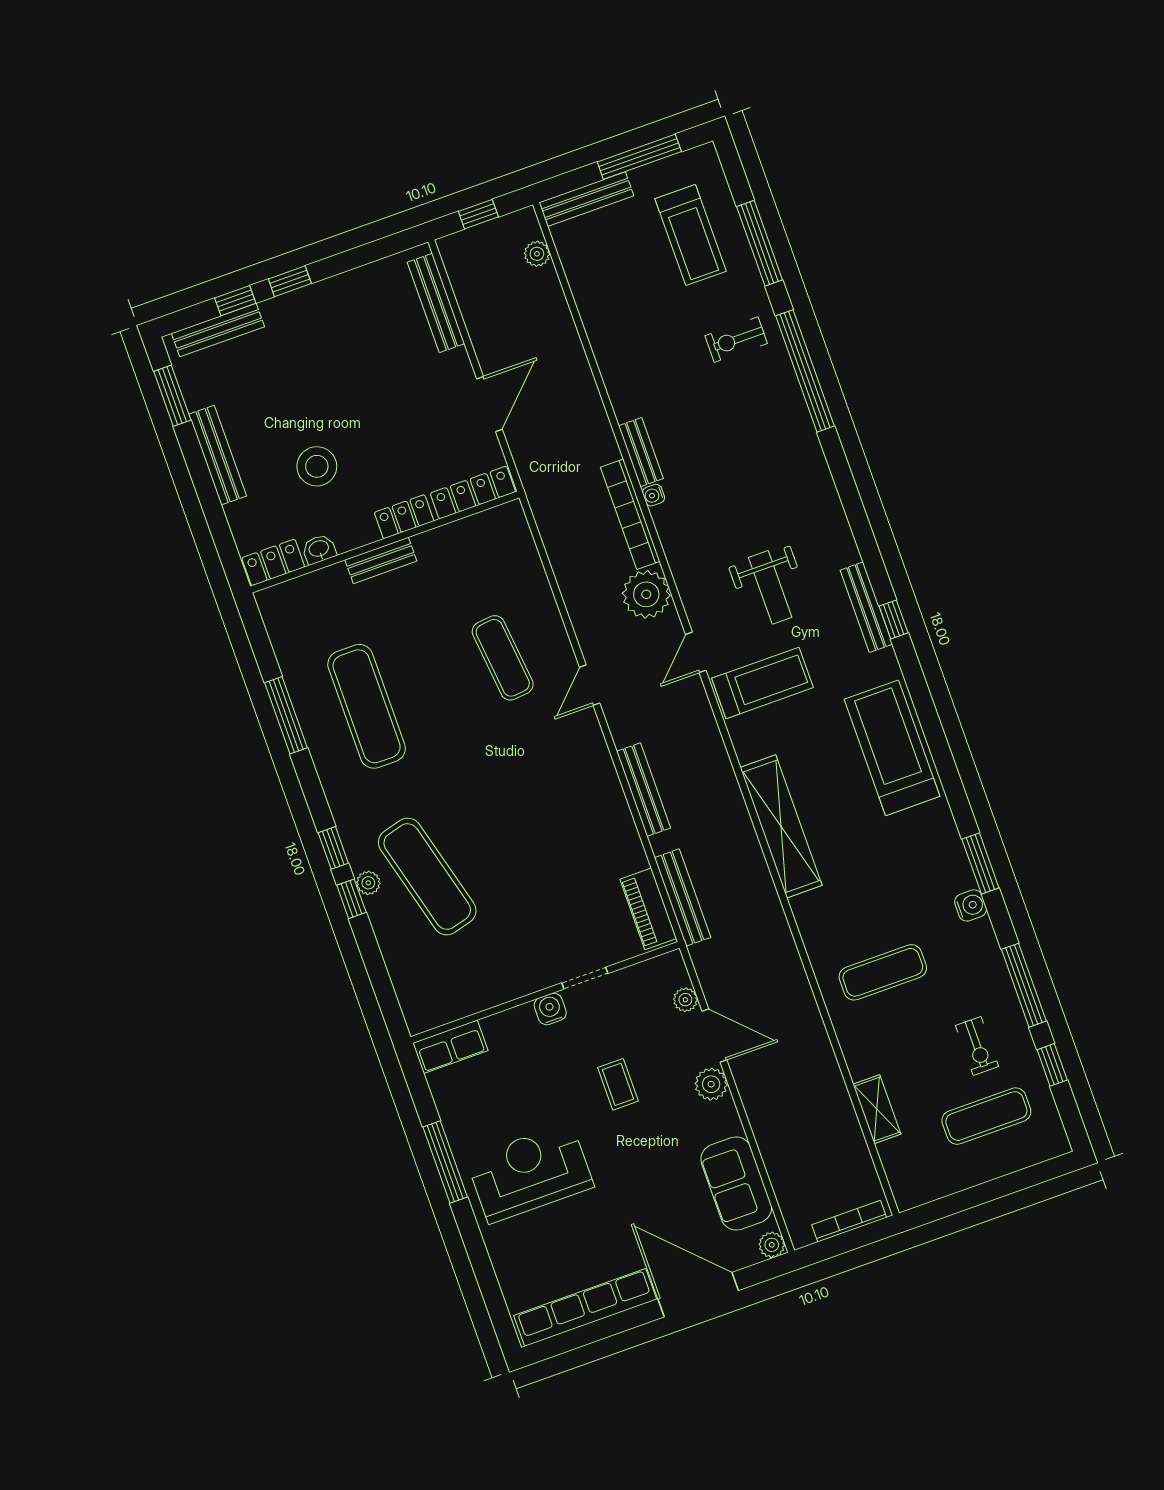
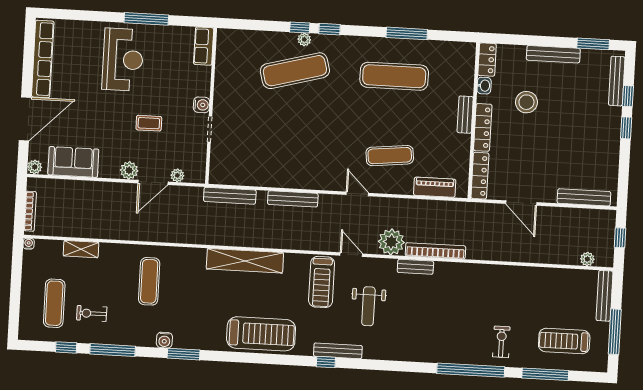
bench: (641, 452) -> (415, 267), moved
water cooler: (653, 495) -> (29, 244), moved
locker: (404, 517) -> (483, 127), width x1.53
weight bench: (770, 587) -> (368, 306), turned -90
piano: (648, 909) -> (435, 187), moved

